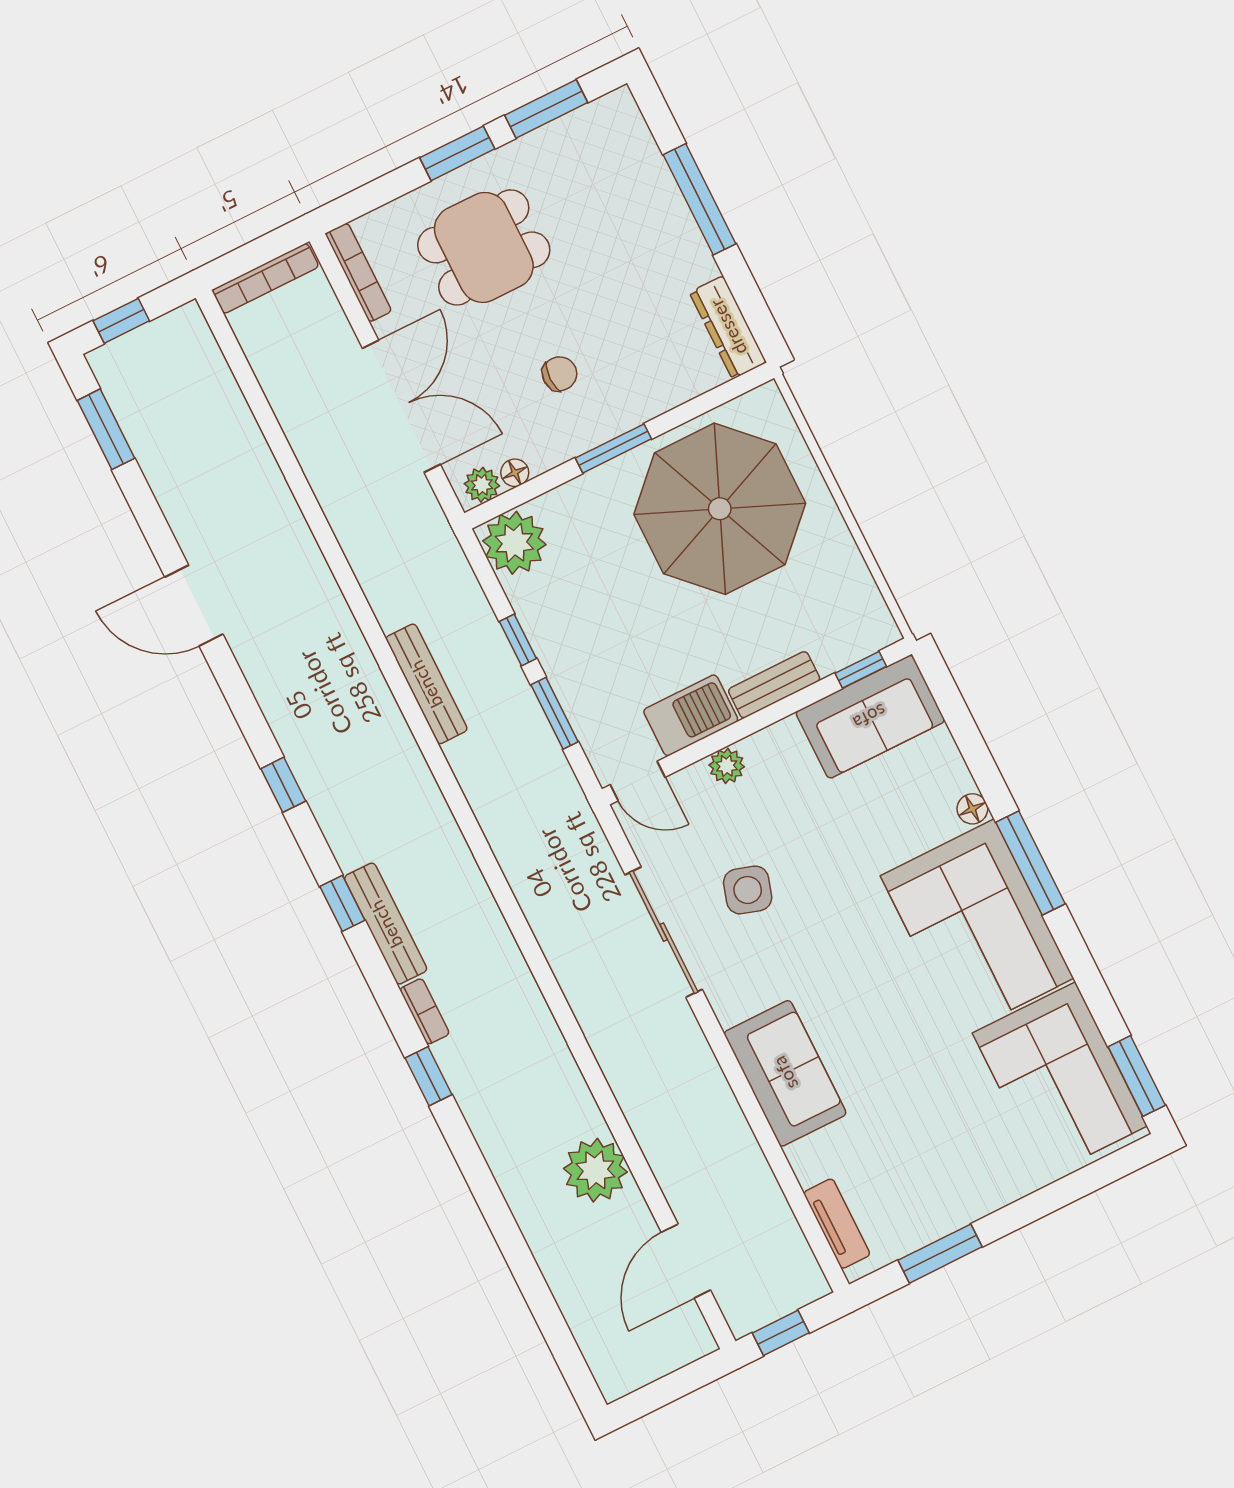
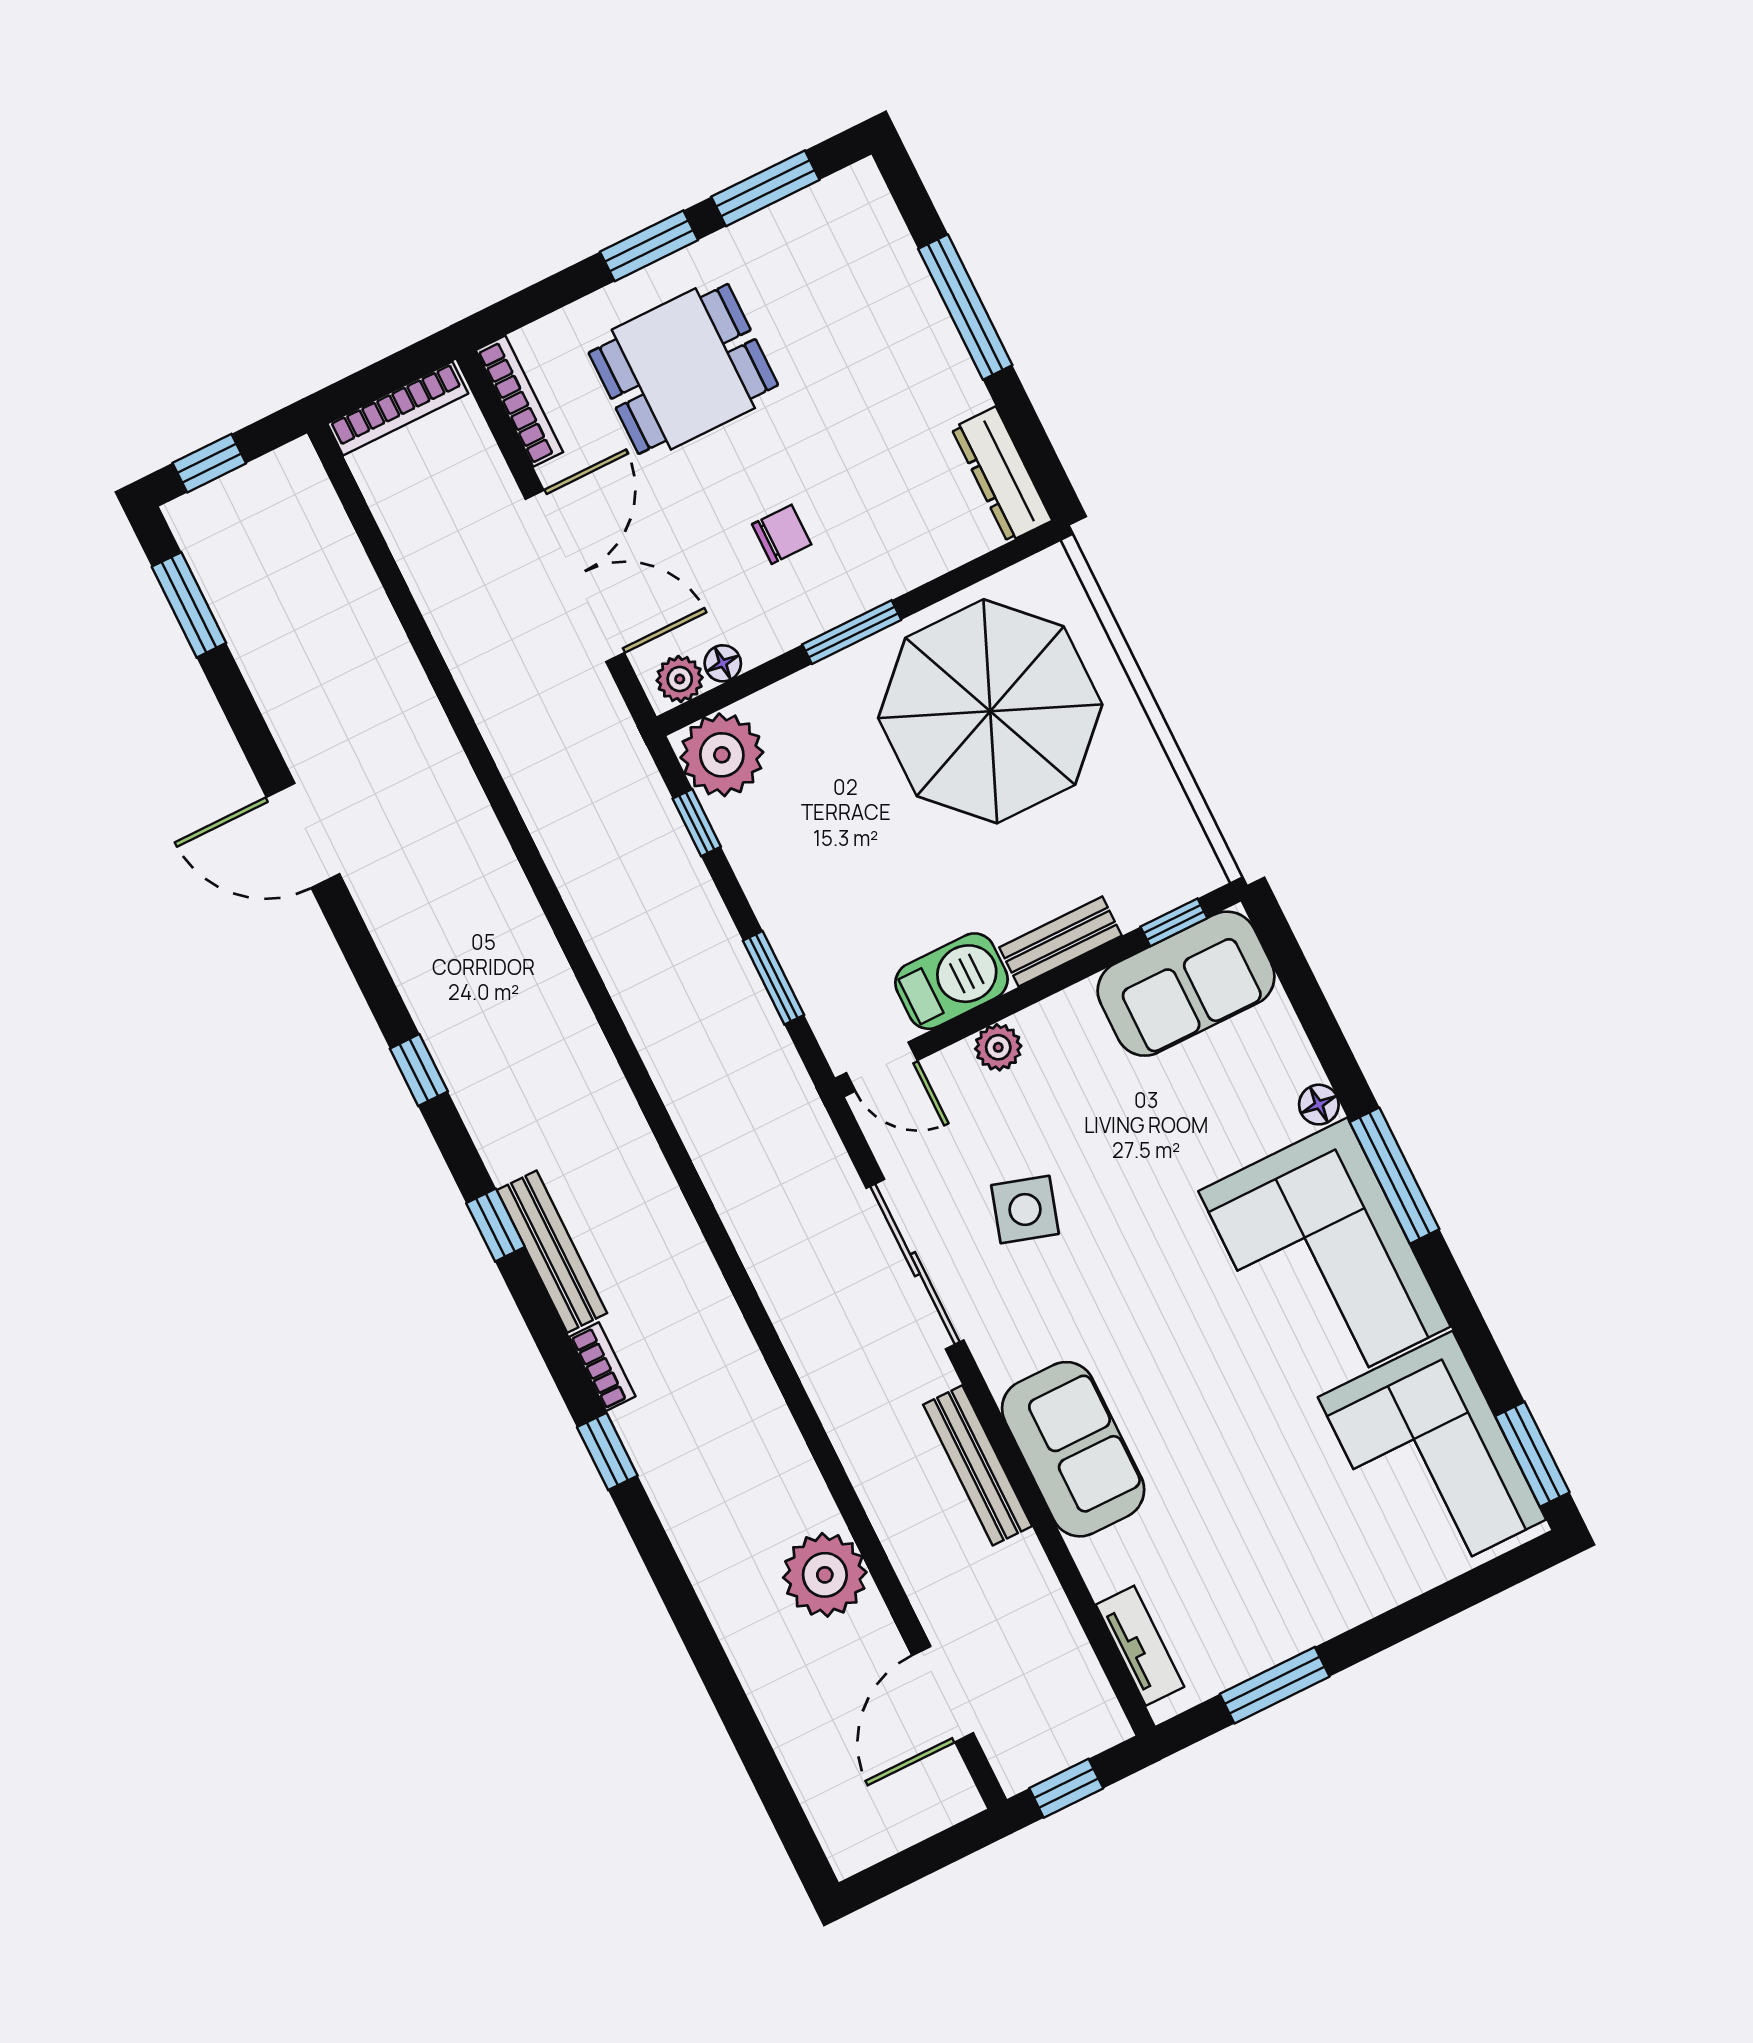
window: (518, 640) -> (697, 823), moved
bench: (426, 684) -> (978, 1465), moved

